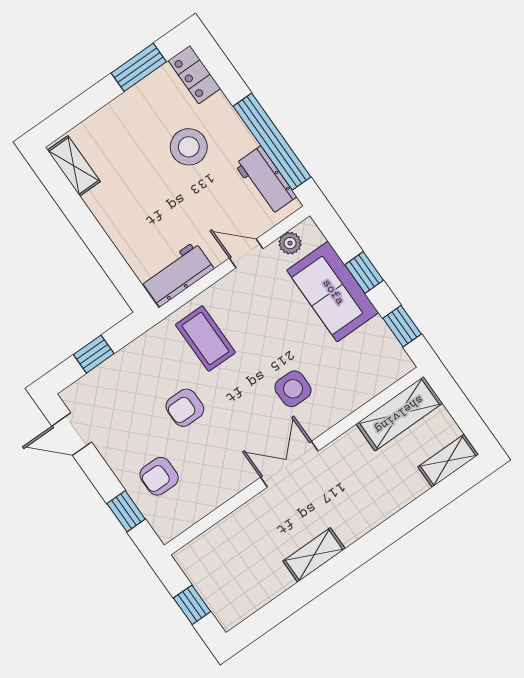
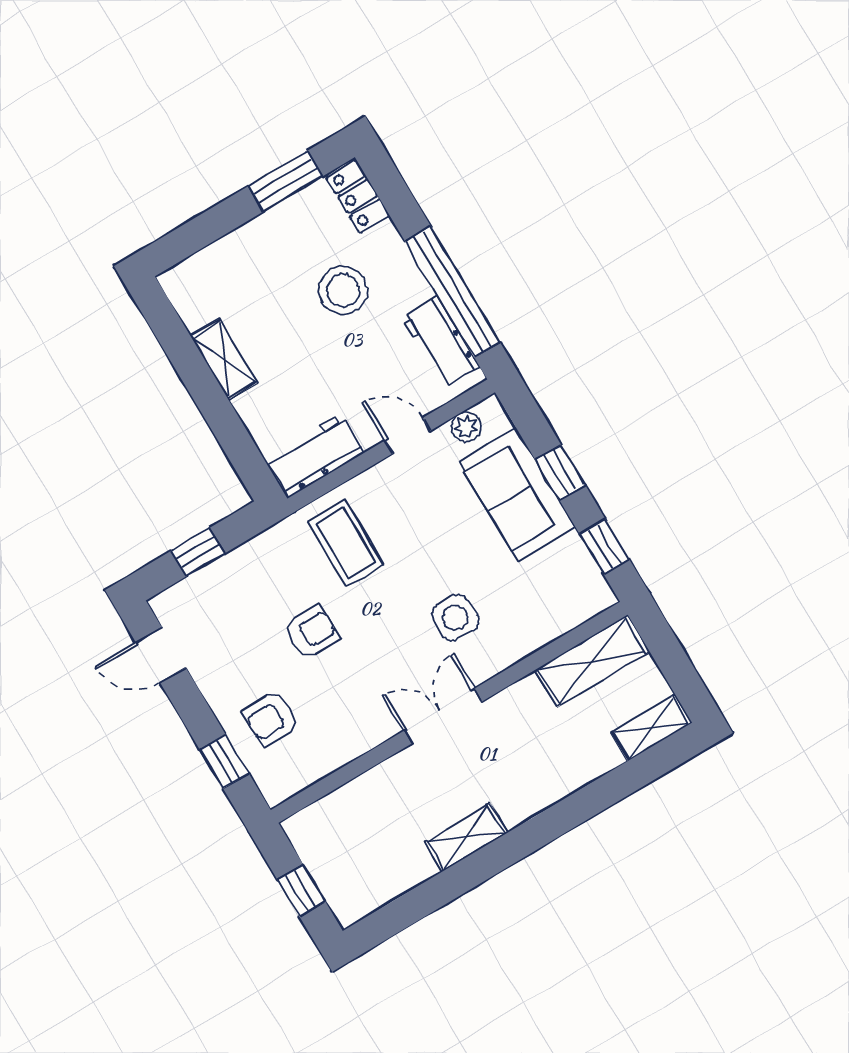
shelving: (74, 166) -> (224, 360), moved
armchair: (185, 408) -> (312, 632), turned 180

